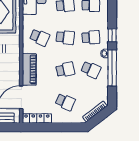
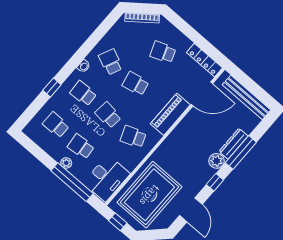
window: (112, 35) -> (52, 88), moved
school desk: (40, 37) -> (133, 137), turned -45
window: (112, 68) -> (88, 46), removed
school desk: (65, 102) -> (163, 52), turned -45

